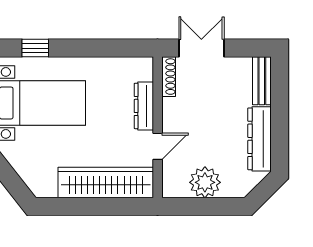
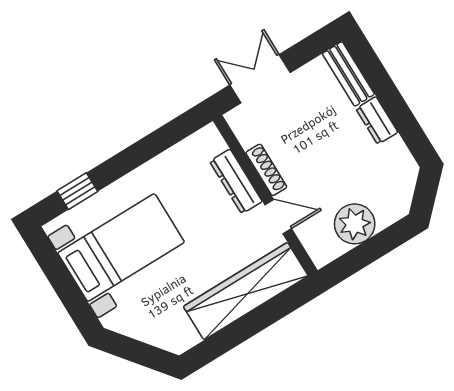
shoe rack: (169, 77) -> (266, 170), moved
dresser: (259, 139) -> (377, 120), width x0.51, depth x0.80
door: (158, 146) -> (278, 217), hinge flipped

